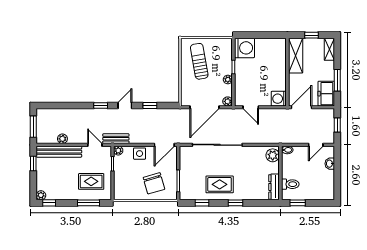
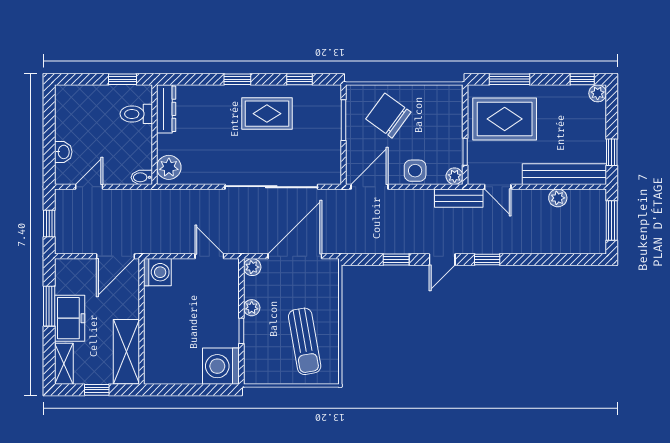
freezer: (326, 94) -> (70, 318), moved
rug: (91, 181) -> (505, 119), width x1.36, depth x1.43
chair: (154, 183) -> (388, 116), turned -38

